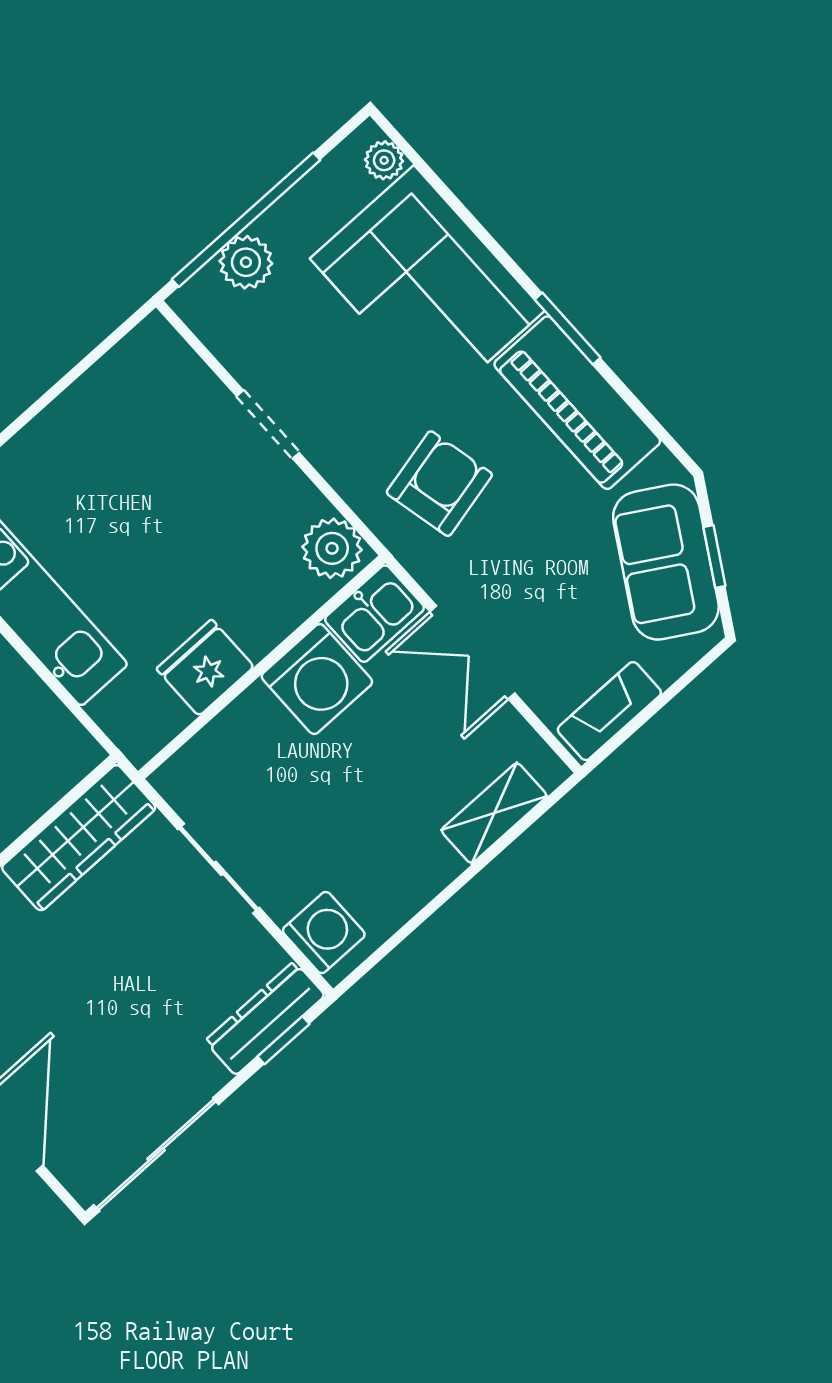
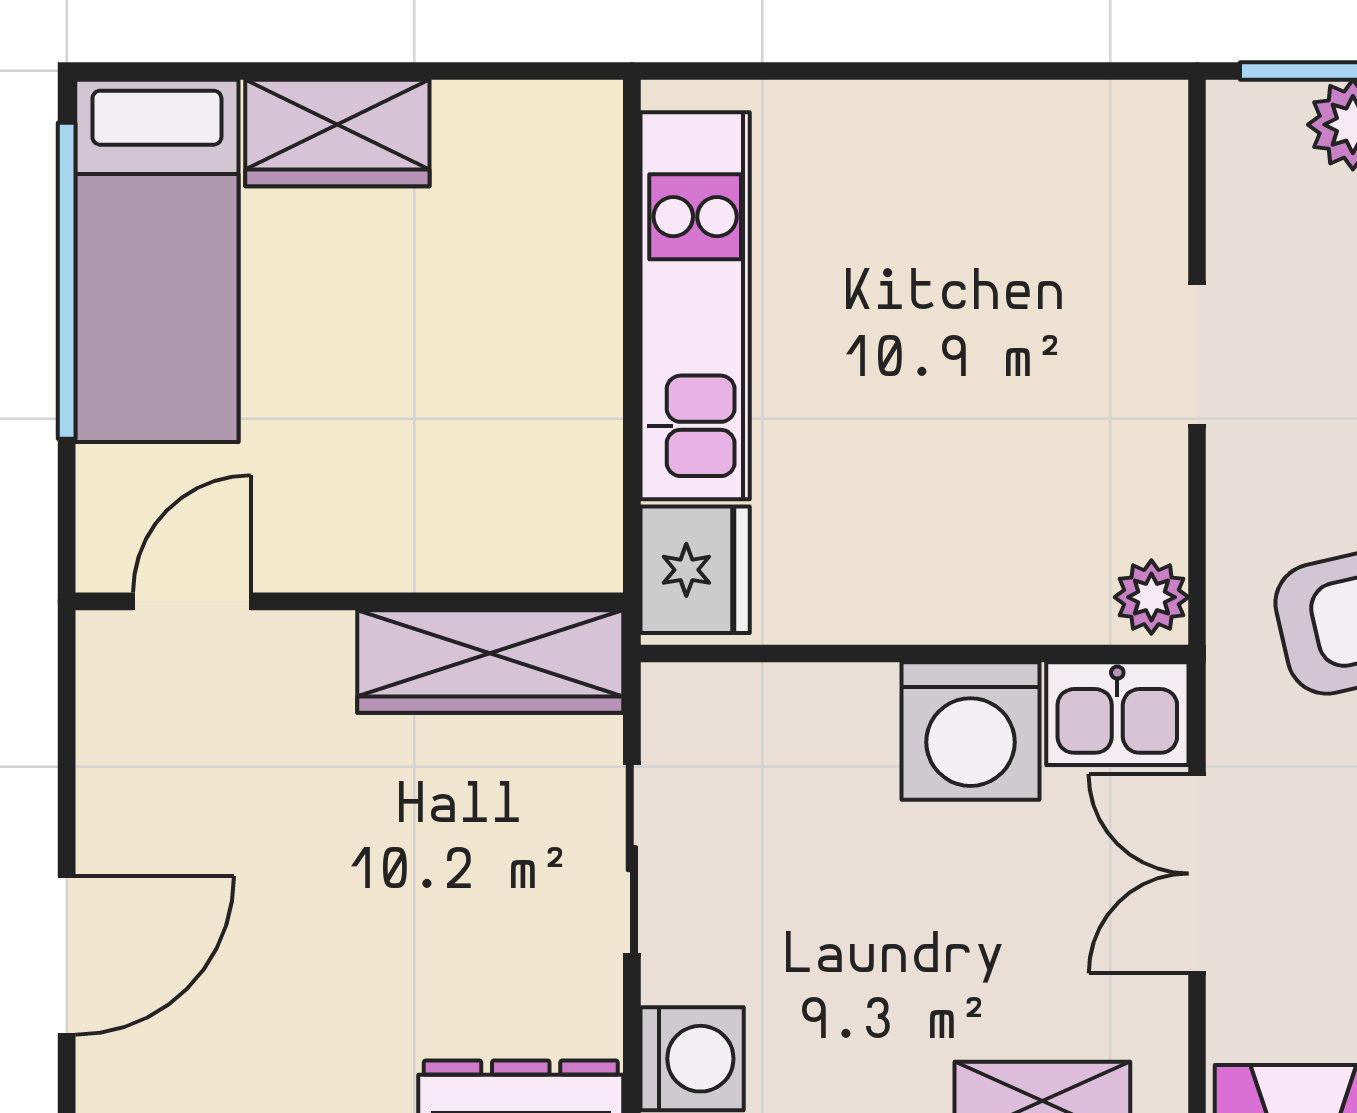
plant: (332, 548) -> (1151, 597), width x0.73, depth x0.73
fridge: (205, 668) -> (695, 570), moved, turned 90

